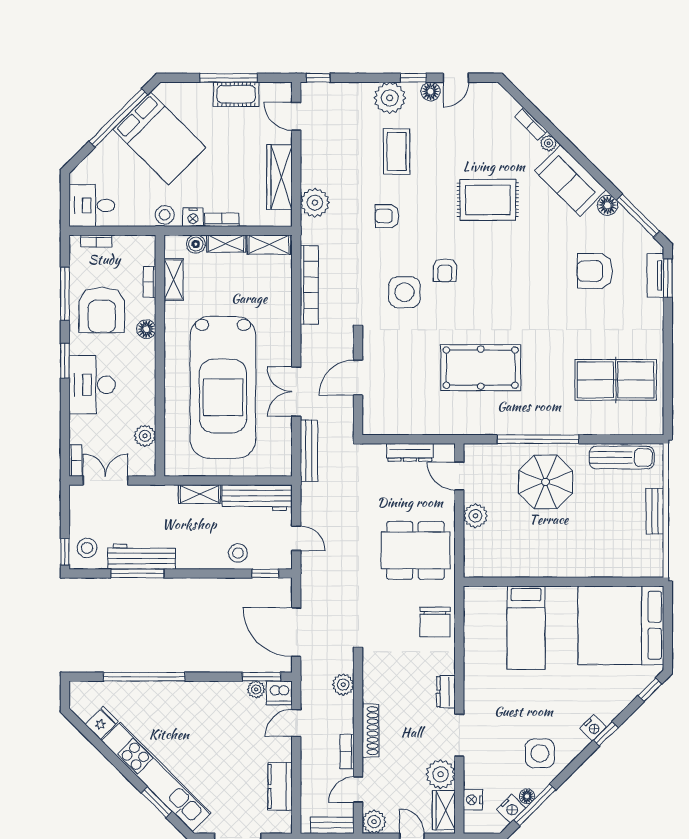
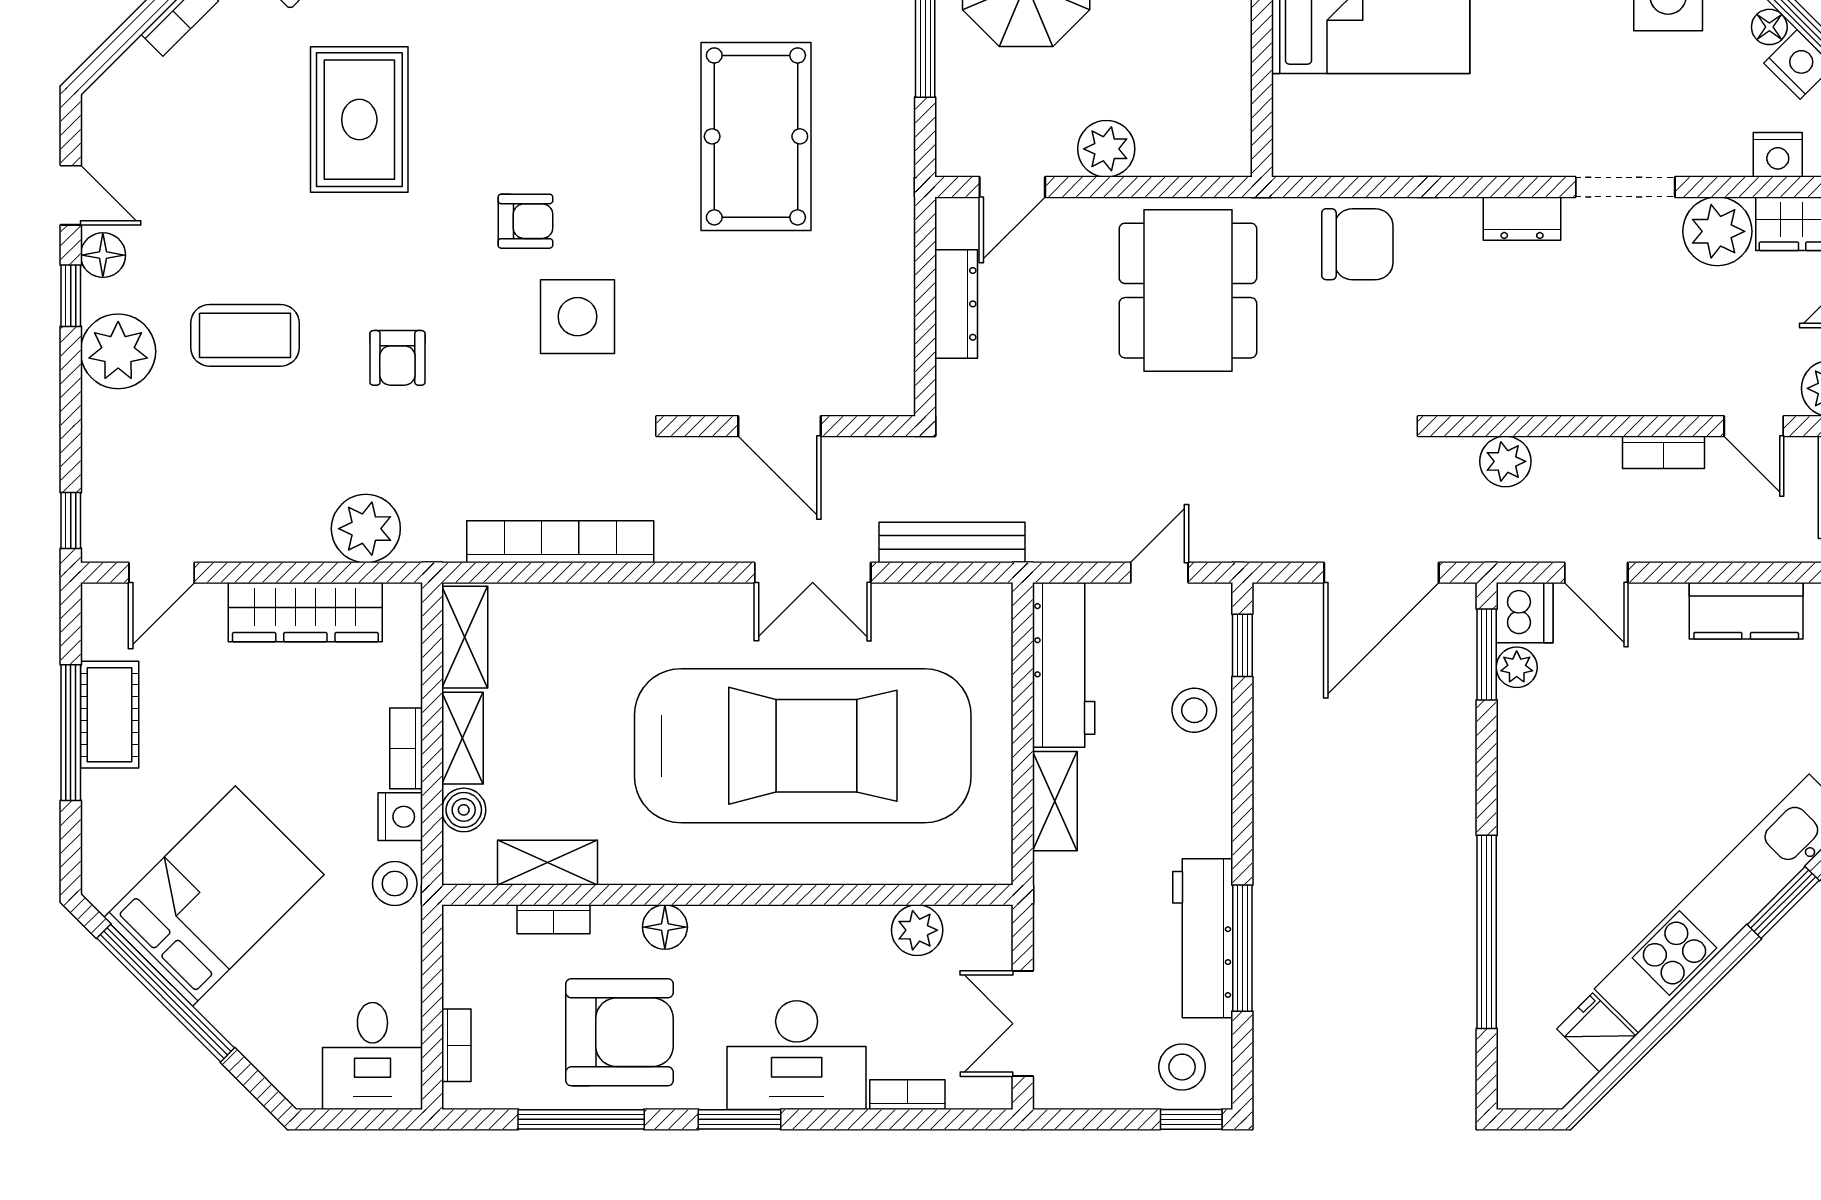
bookcase: (75, 460) -> (907, 1095), moved
shoe rack: (370, 731) -> (1614, 397), removed

